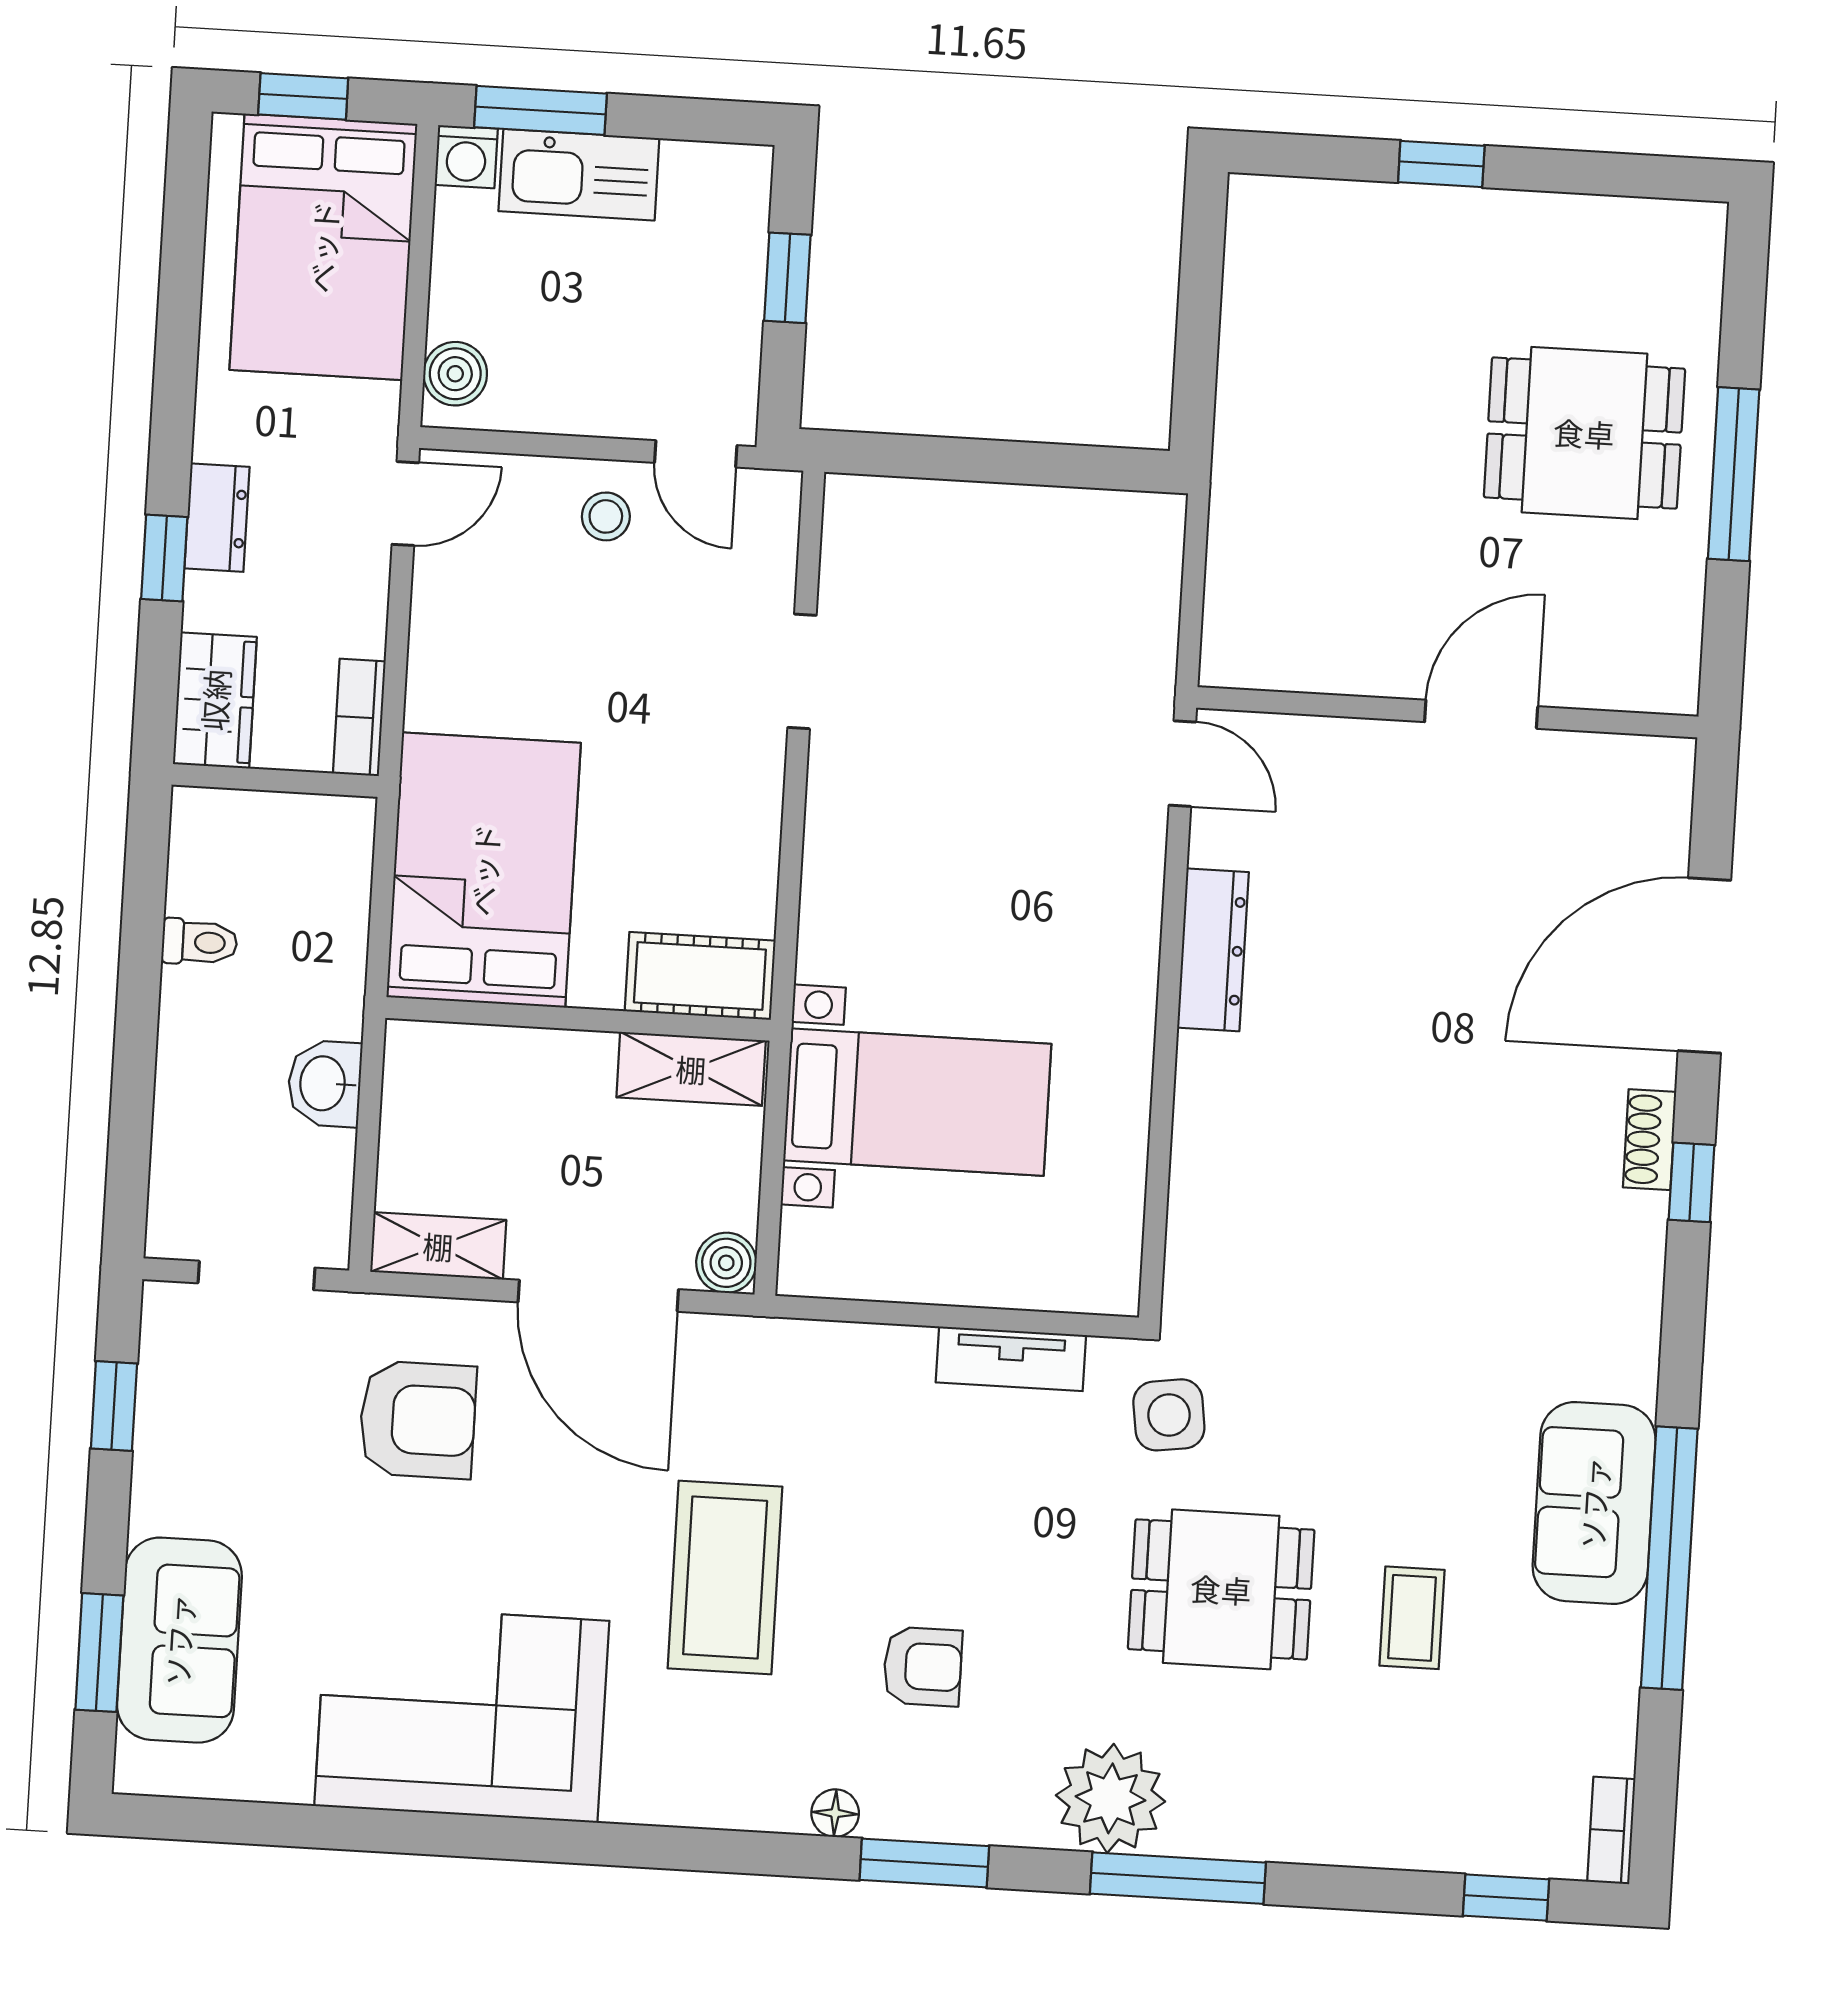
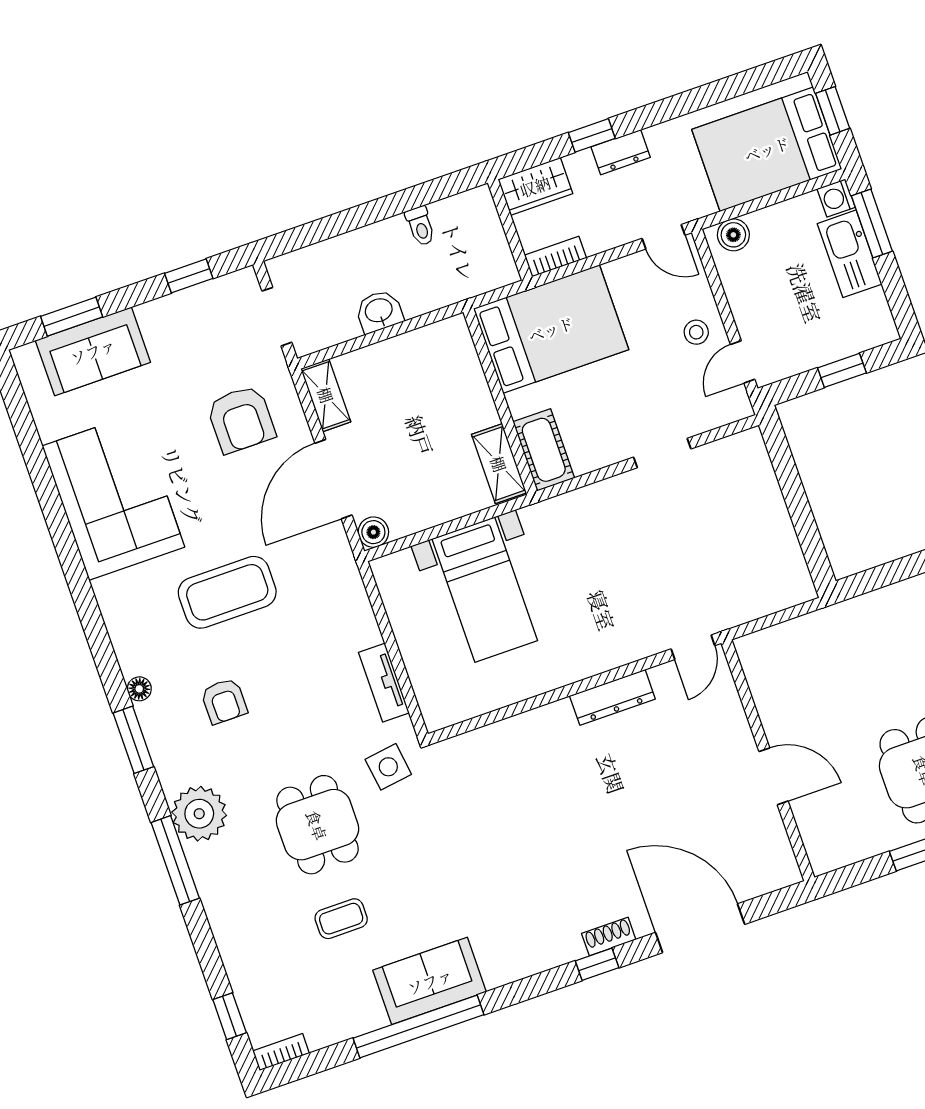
bed: (484, 870) -> (551, 329), moved
cot: (700, 976) -> (544, 450), moved
wall: (578, 1019) -> (500, 402), moved
shelving: (691, 1069) -> (499, 464), moved

